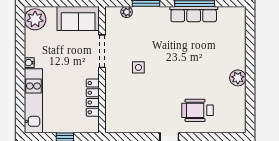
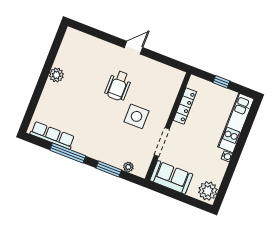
row of seats: (194, 14) -> (52, 135), moved
side table: (138, 67) -> (137, 116), width x1.87, depth x1.87
wheelchair: (197, 110) -> (118, 86), moved, turned 90

